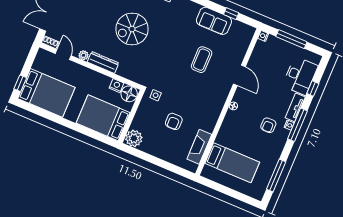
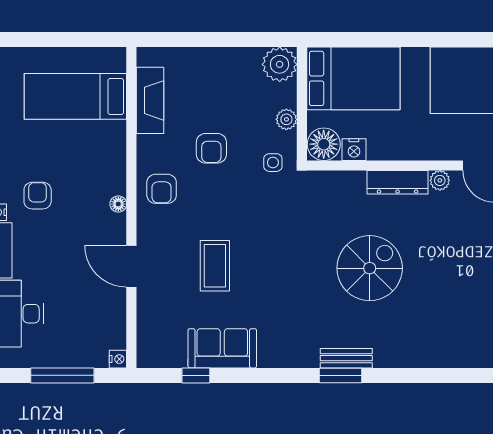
armchair: (211, 105) -> (162, 189), added
plant: (141, 112) -> (286, 119), added
armchair: (174, 121) -> (211, 148), moved, turned 180

